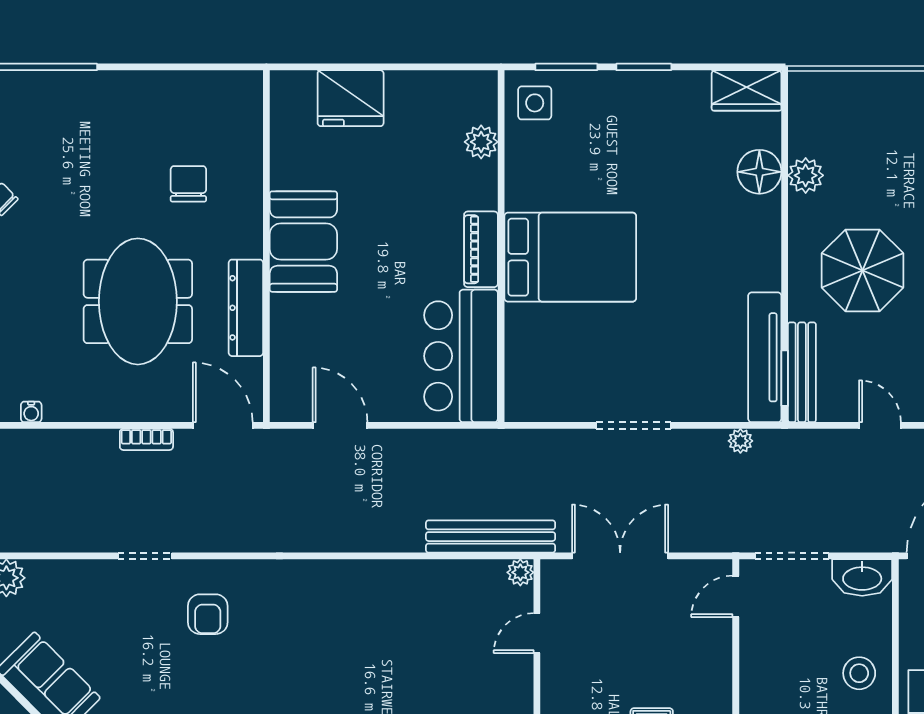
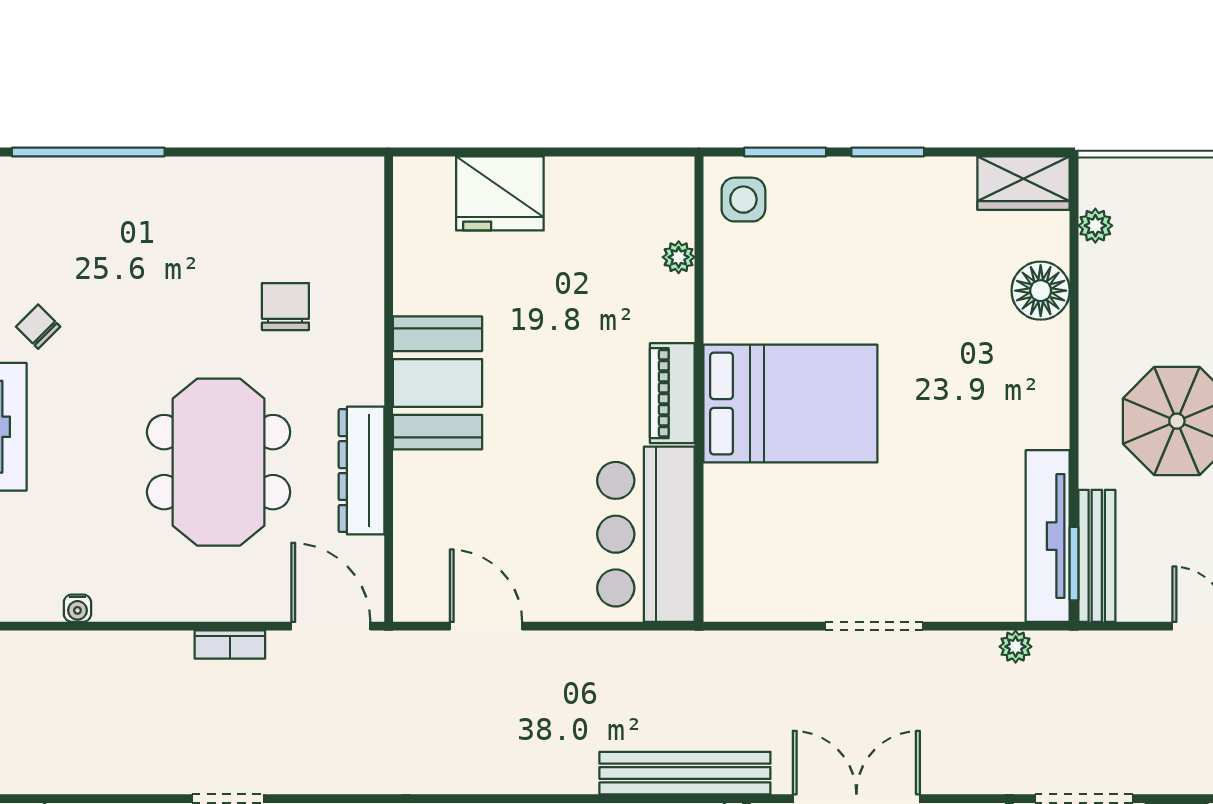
plant: (481, 142) -> (679, 257), width x0.73, depth x0.73
plant: (806, 175) -> (1095, 226), moved, width x0.73, depth x0.73

